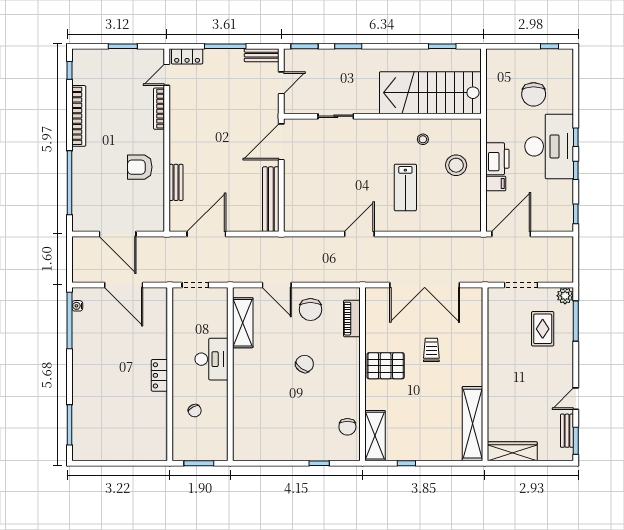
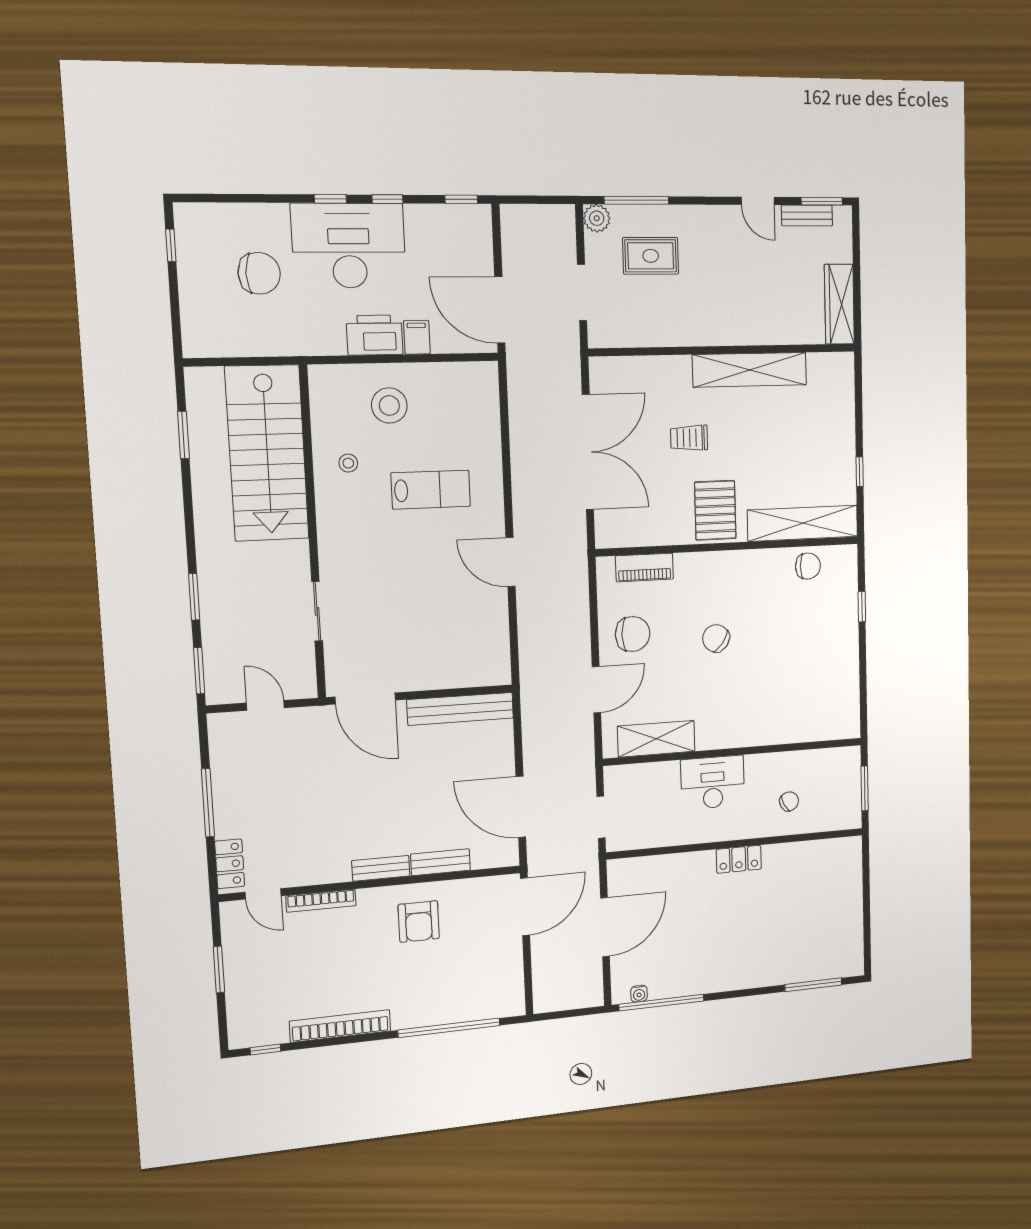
bench: (262, 55) -> (381, 868), moved, turned 90
door: (118, 234) -> (525, 907), moved
shelving: (473, 424) -> (750, 370), moved
shelving: (375, 436) -> (803, 523), width x1.47

